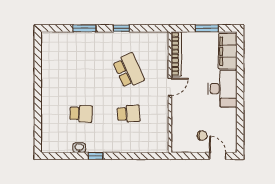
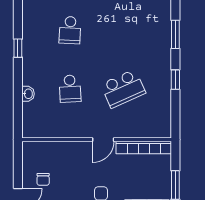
door: (170, 87) -> (103, 140), hinge flipped
washbasin: (79, 148) -> (28, 94), moved

